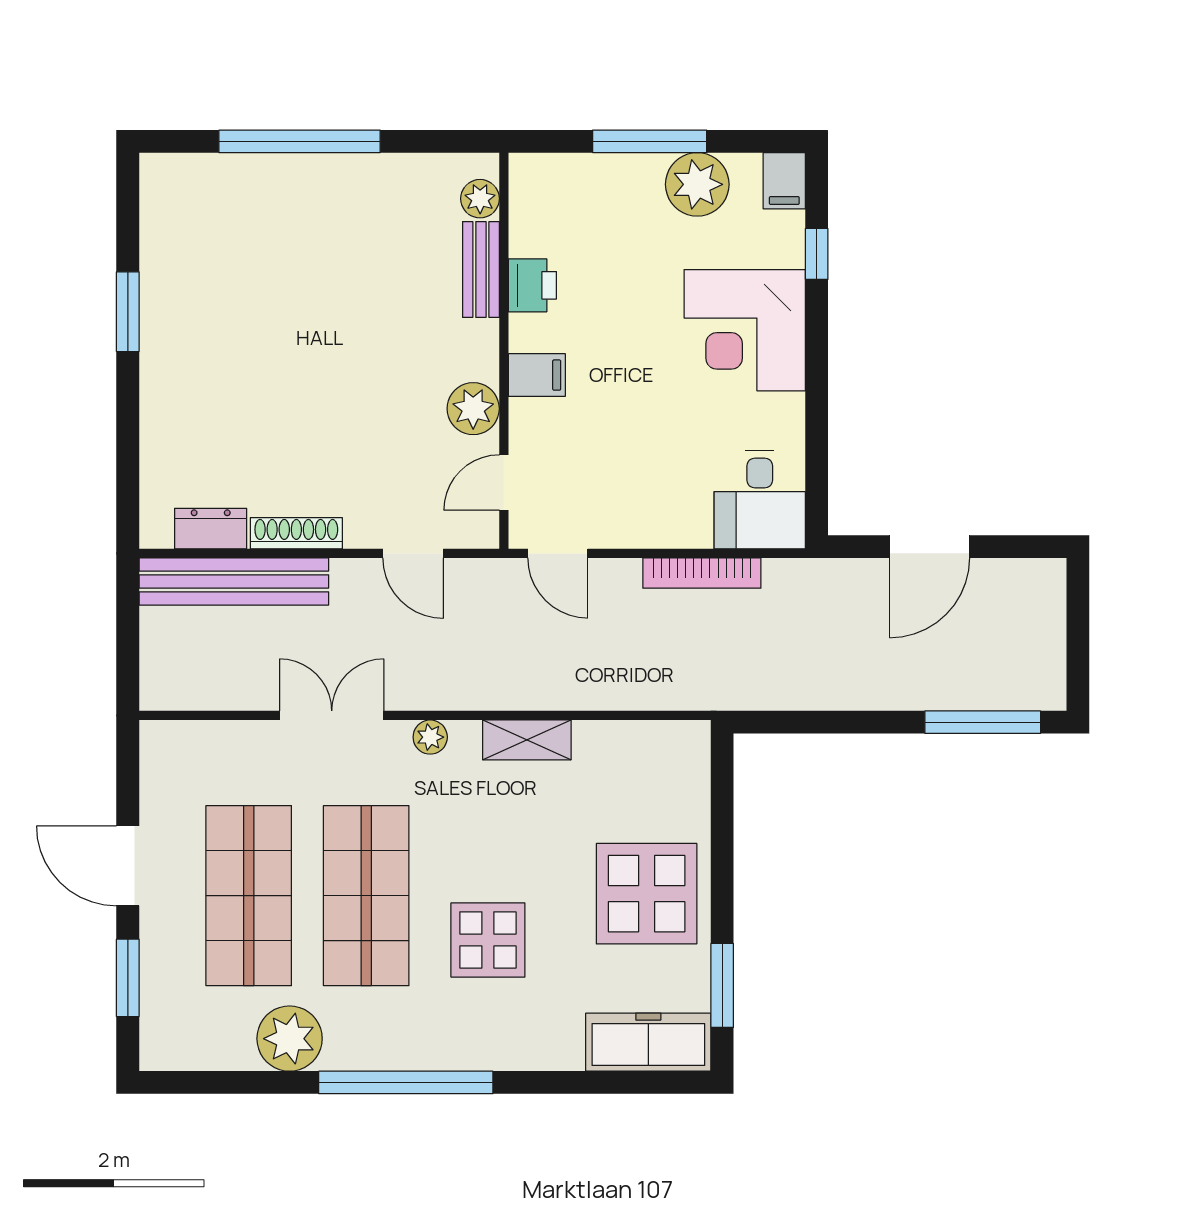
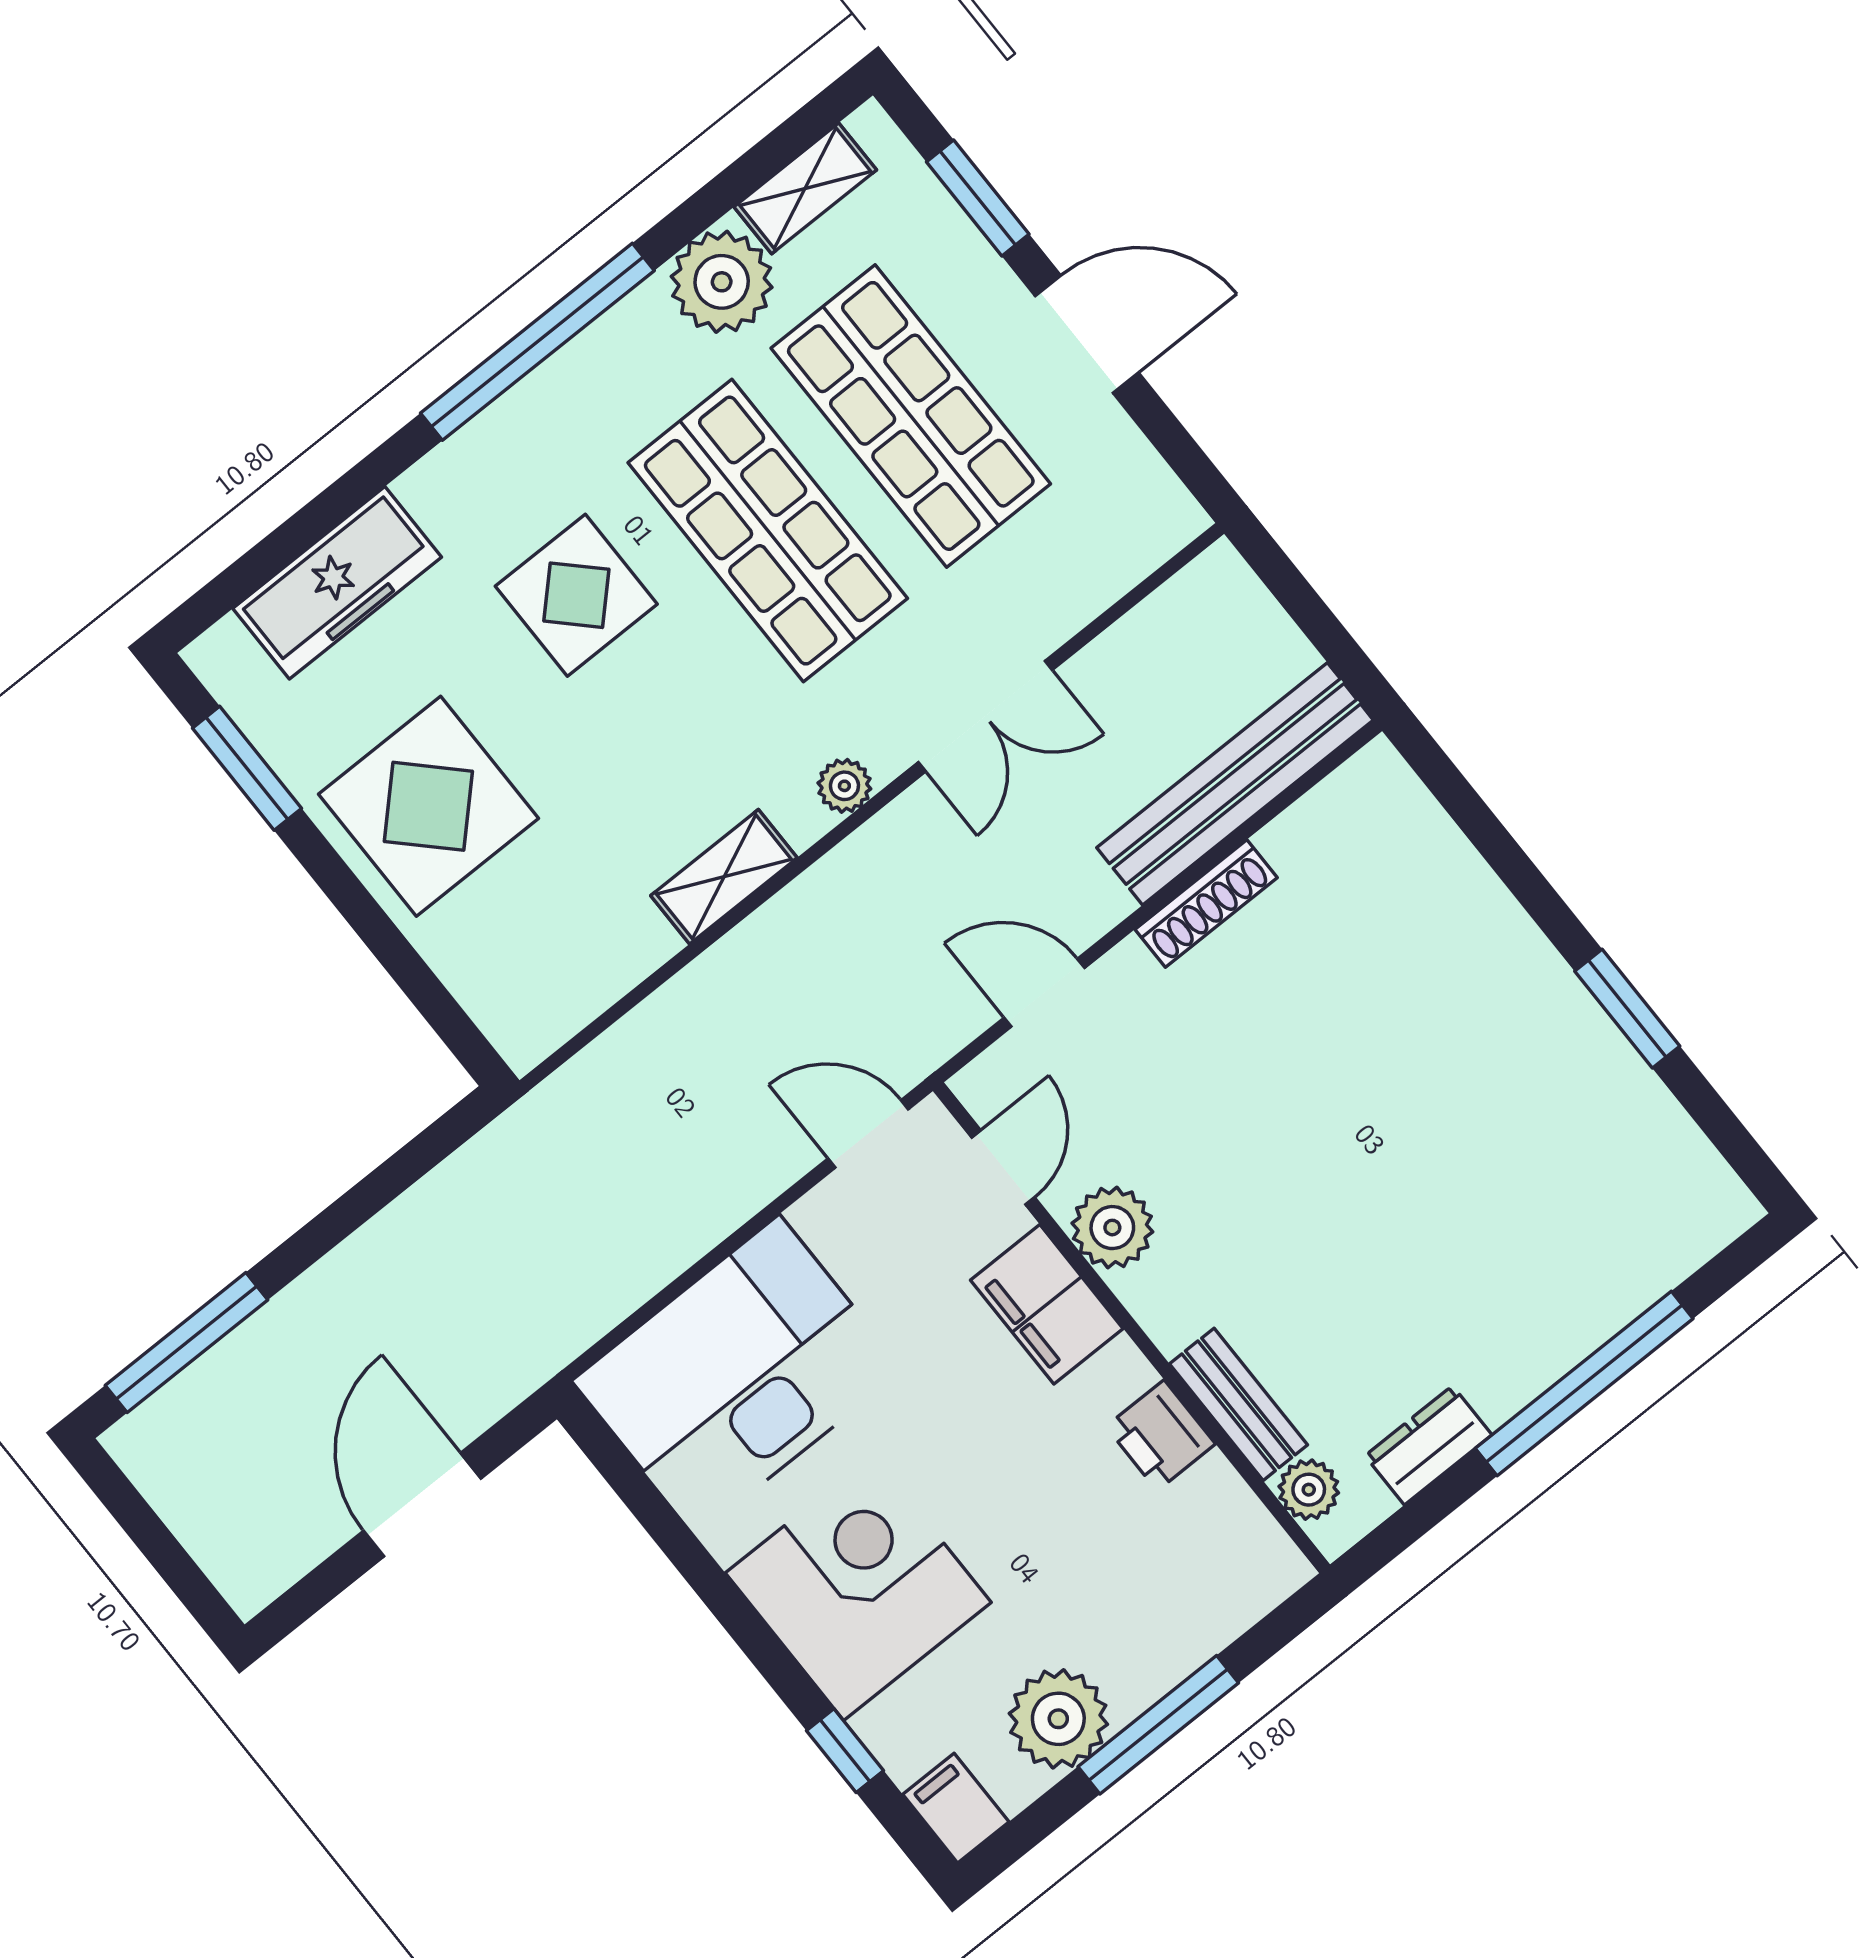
filing cabinet: (537, 375) -> (1047, 1304), width x2.00
desk: (760, 500) -> (738, 1375), width x1.87, depth x1.30
dresser: (211, 529) -> (1428, 1445), moved, turned 180
bookcase: (702, 573) -> (674, 1250), removed
freezer: (648, 1042) -> (337, 583), moved
shelving: (210, 1052) -> (805, 188), added

